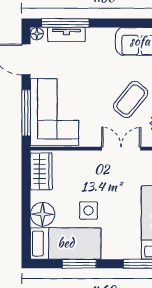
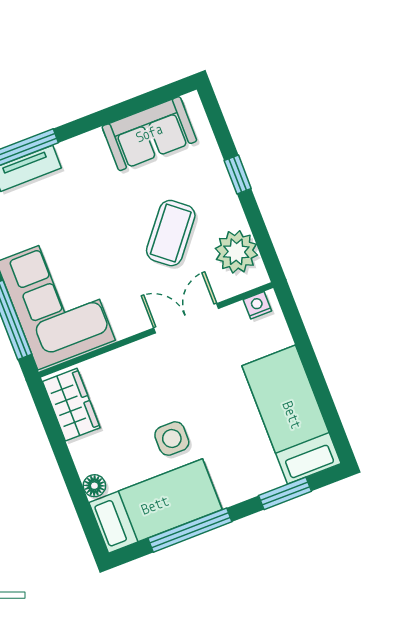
floor lamp: (43, 214) -> (94, 486), width x0.53, depth x0.53
window: (79, 264) -> (190, 530), width x1.44

